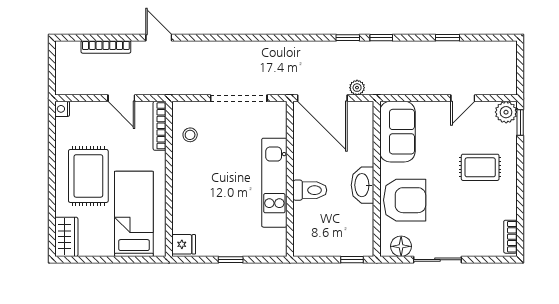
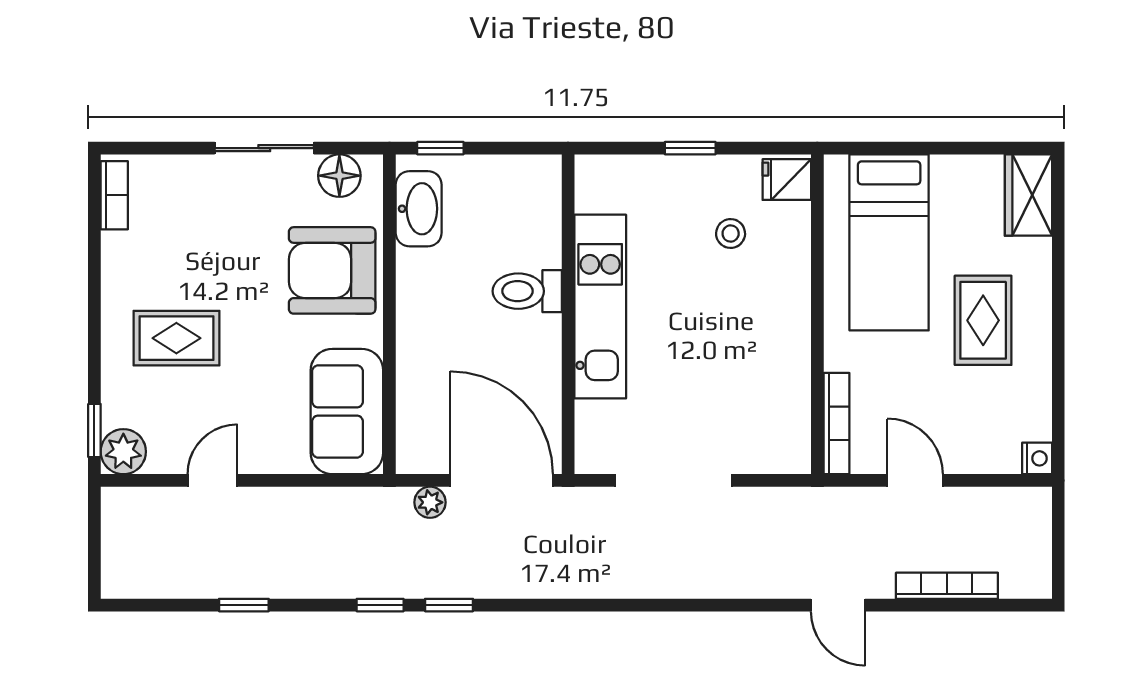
stool: (190, 135) -> (731, 234), moved
rug: (88, 176) -> (983, 320), width x0.73, depth x0.70
washbasin: (363, 185) -> (419, 209), moved

